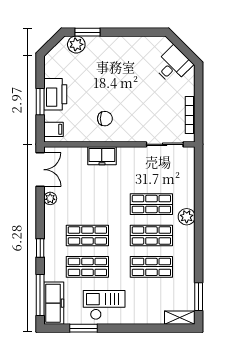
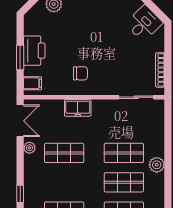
shop shelf: (87, 235) -> (64, 153), moved

